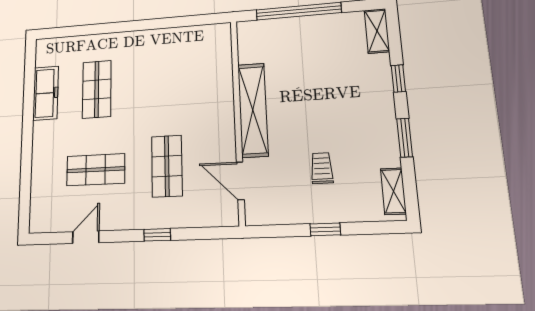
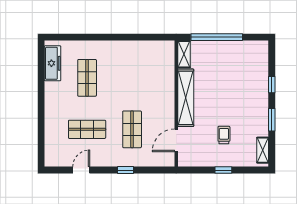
shelving: (377, 31) -> (184, 54), moved
freezer: (46, 93) -> (53, 63), moved
door: (240, 181) -> (176, 140), hinge flipped

